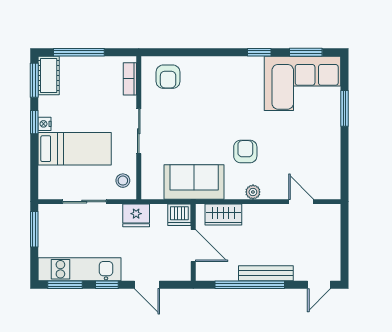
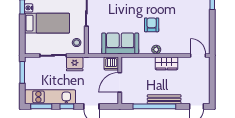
door: (301, 202) -> (198, 55), moved
fridge: (136, 215) -> (75, 64), moved
wardrobe: (223, 215) -> (167, 63), moved
door: (193, 246) -> (120, 82), swing flipped

